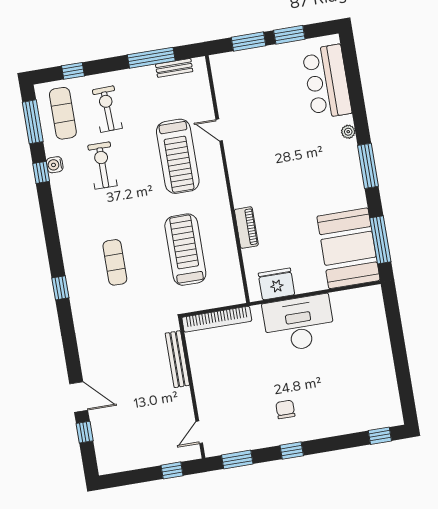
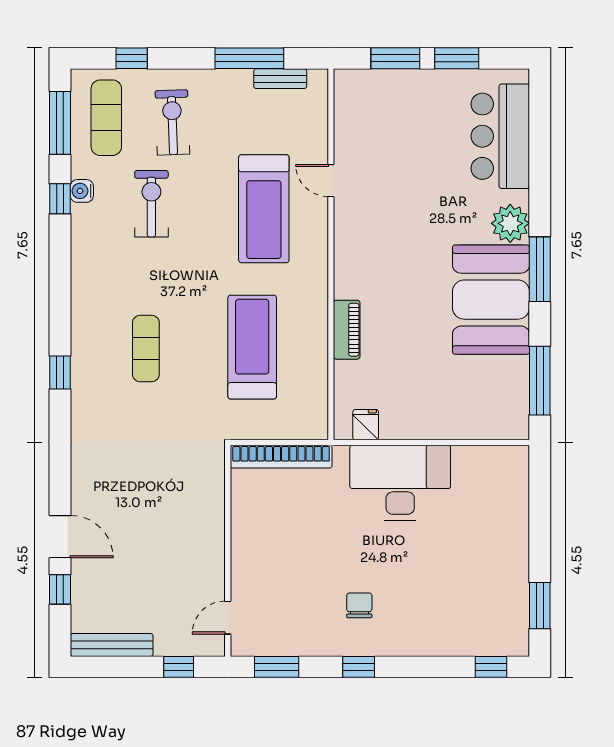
plant: (348, 132) -> (510, 223), width x1.87, depth x1.87
booth: (348, 248) -> (491, 300), moved
fridge: (276, 284) -> (366, 425), width x0.53, depth x0.75
bench: (177, 359) -> (112, 645), moved, turned 90
window: (405, 390) -> (540, 606), added

